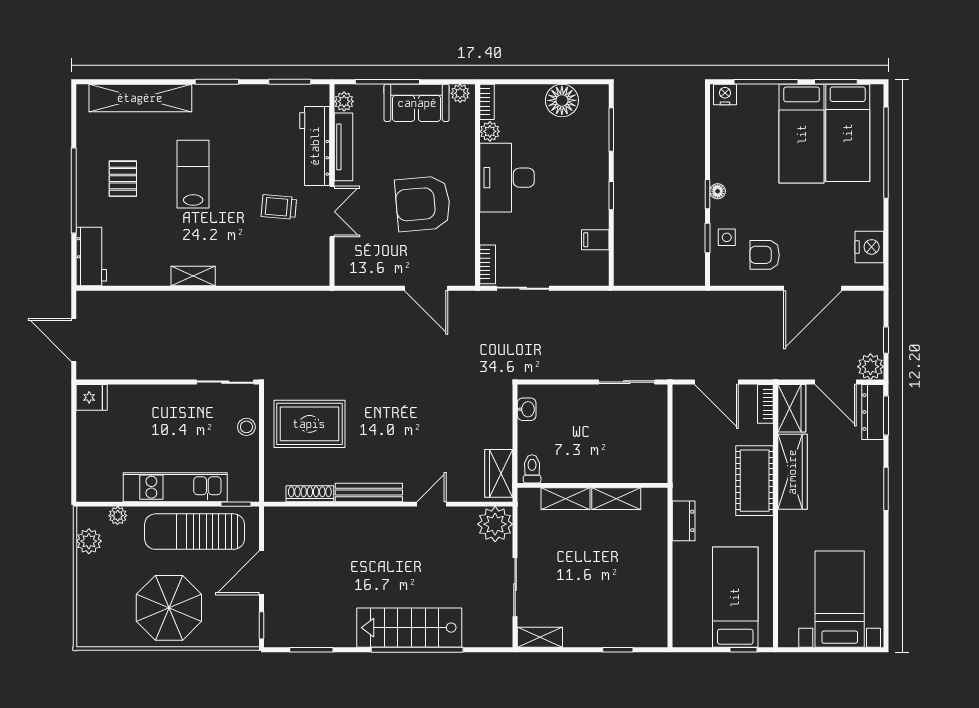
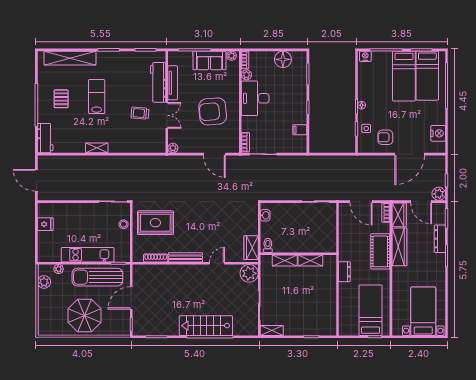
plant: (344, 101) -> (173, 148), moved
fridge: (92, 397) -> (45, 224), moved
dresser: (873, 412) -> (440, 239), moved

